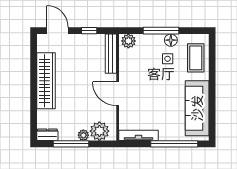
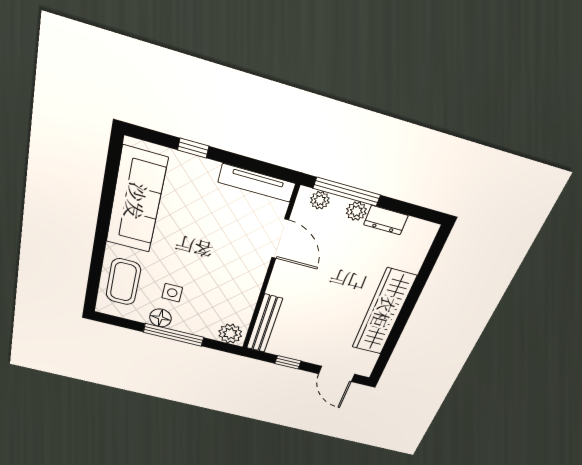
door: (118, 94) -> (280, 239), moved
plant: (99, 131) -> (320, 200), width x0.53, depth x0.53
dresser: (47, 135) -> (386, 220), moved
window: (71, 144) -> (347, 192), moved
window: (174, 144) -> (193, 148), width x0.32

